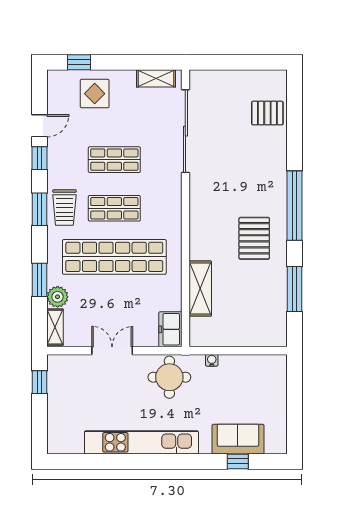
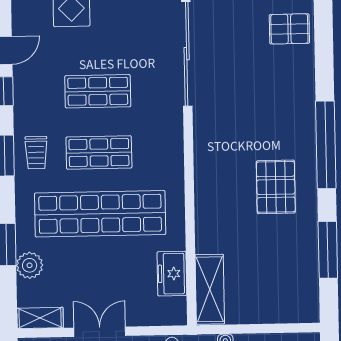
trolley: (64, 207) -> (36, 153), width x0.73, depth x0.72
shelving: (200, 289) -> (210, 289), moved
shelving: (55, 327) -> (40, 318), moved, turned 90
freezer: (170, 329) -> (172, 274), moved

